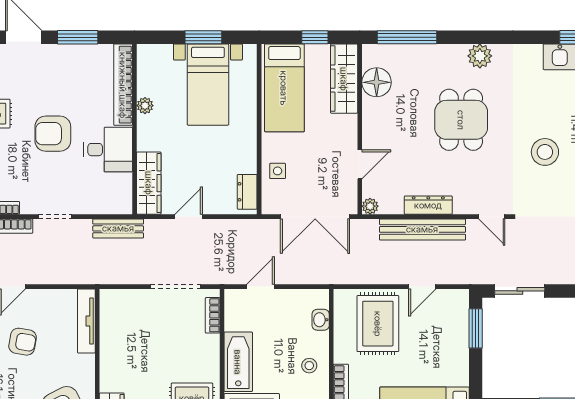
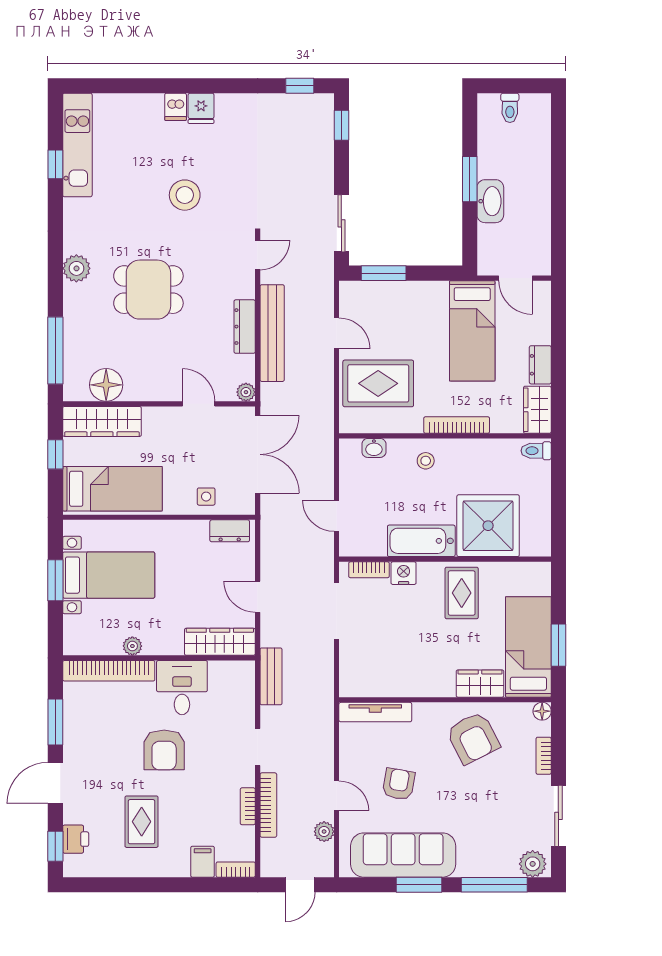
nightstand: (210, 346) -> (404, 573), added

